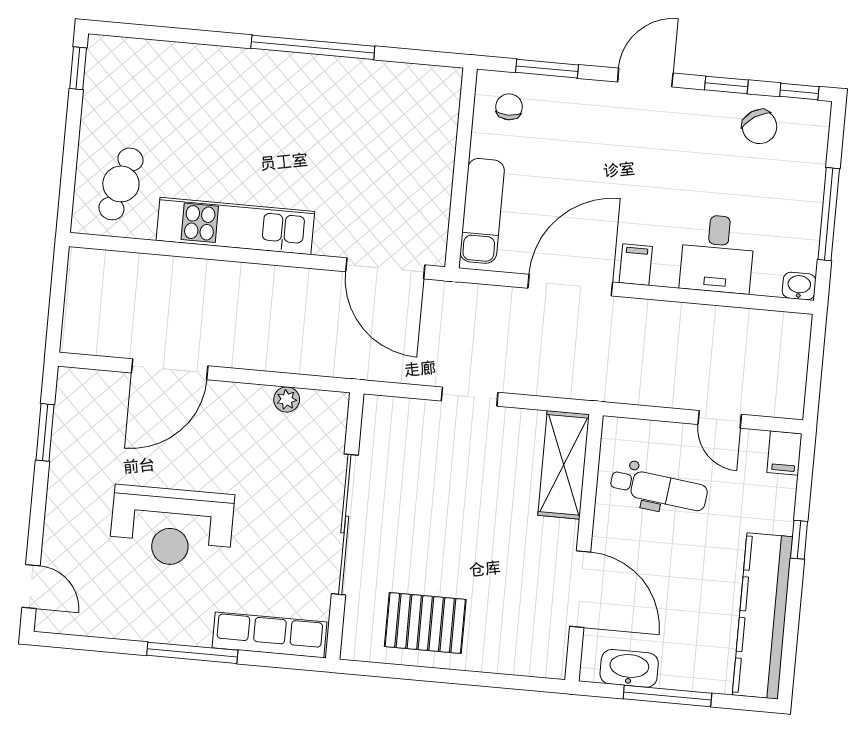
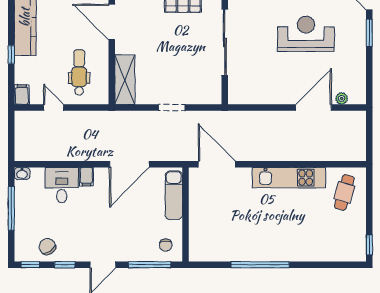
window: (547, 69) -> (149, 265), width x1.44
filing cabinet: (636, 265) -> (86, 177), moved
plant: (287, 400) -> (342, 98), moved
window: (45, 432) -> (369, 33), moved
dental chair: (659, 489) -> (79, 72), turned 83

